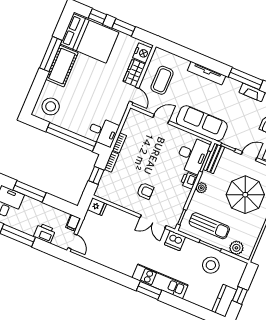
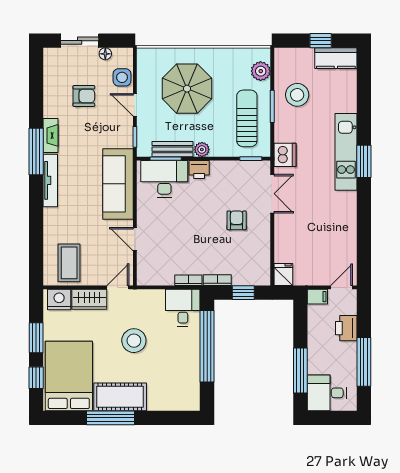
tv unit: (207, 73) -> (50, 180), moved
coffee table: (162, 80) -> (69, 263), moved, turned 90
stool: (51, 106) -> (134, 341), moved
bench: (214, 158) -> (173, 149), moved

